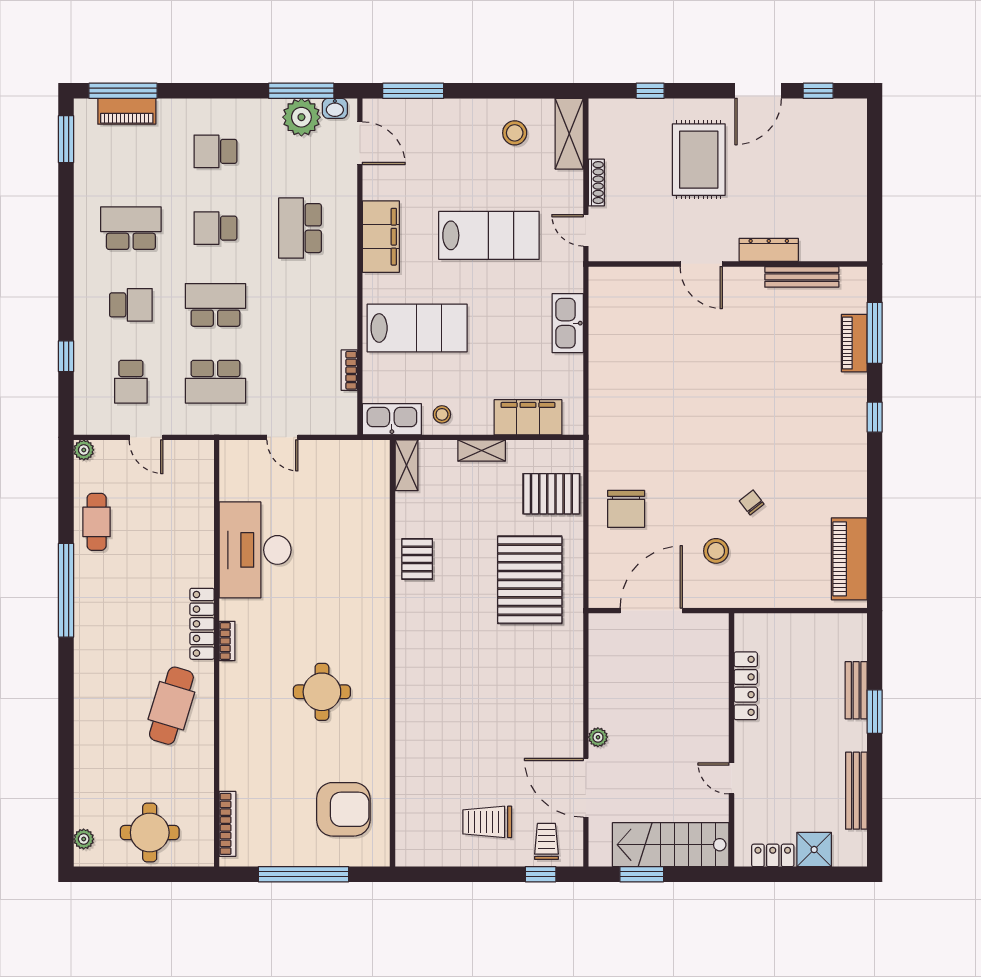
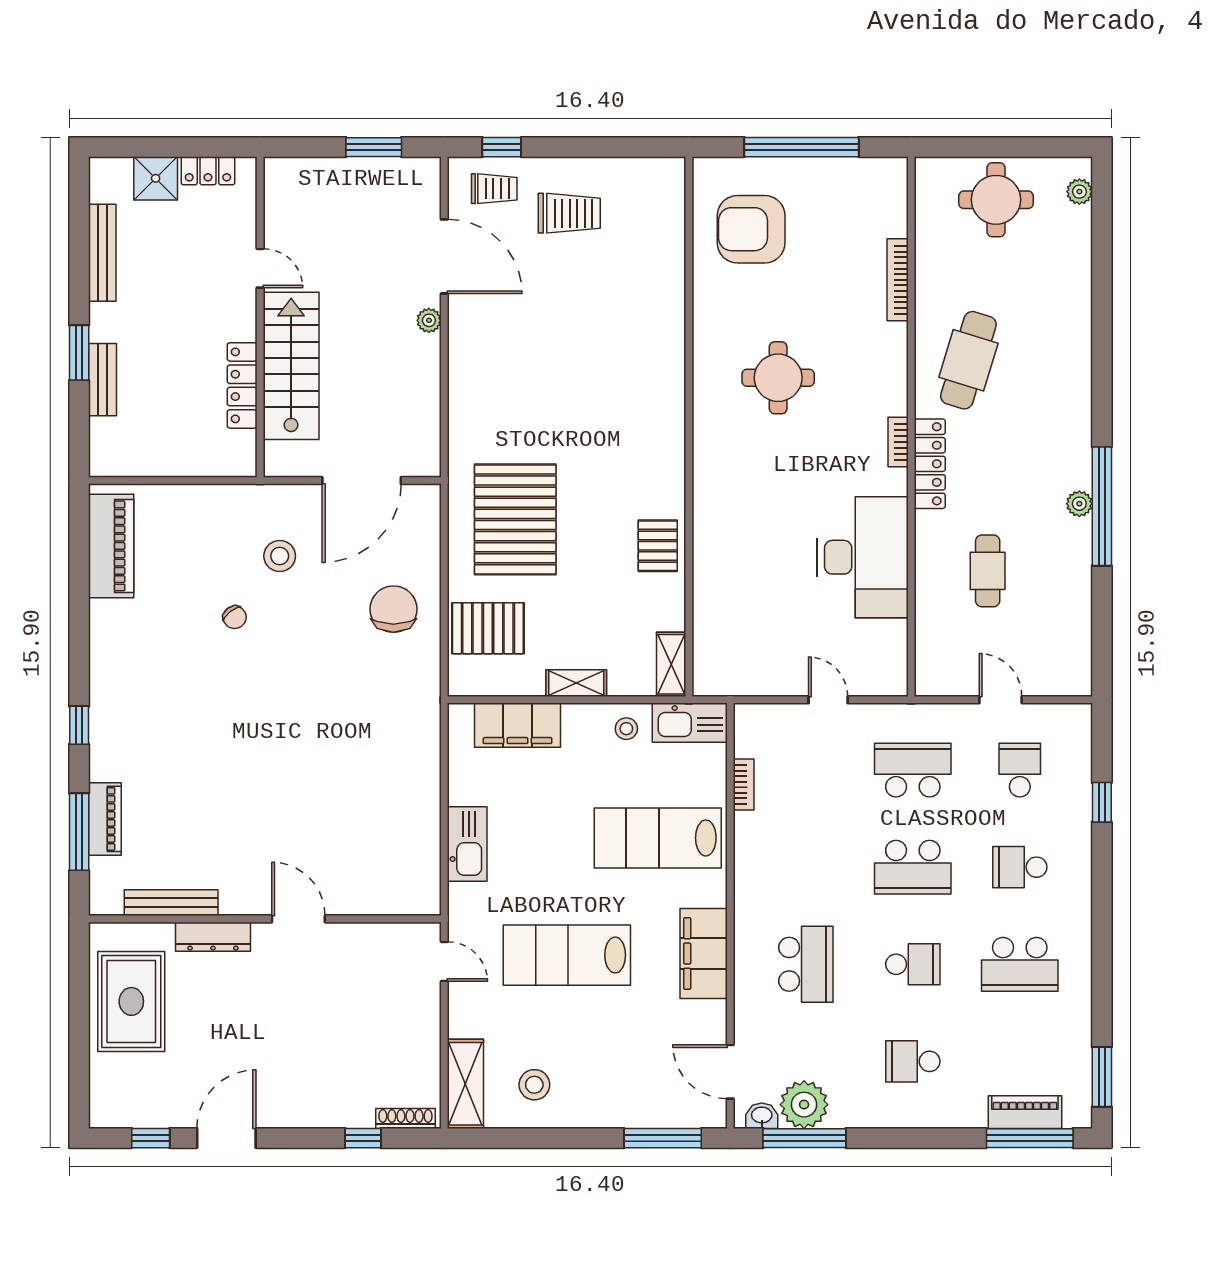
school desk: (215, 151) -> (913, 1061), turned 180
rug: (699, 160) -> (131, 1001), moved
shoe rack: (596, 183) -> (405, 1118), moved, turned 90
plant: (84, 450) -> (1079, 504), moved
cafe table: (97, 522) -> (988, 571), moved
bookcase: (228, 824) -> (898, 280), moved
trolley: (546, 841) -> (494, 189), turned -90
stairs: (671, 845) -> (291, 366), moved, turned -90

